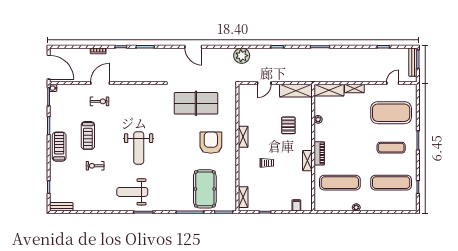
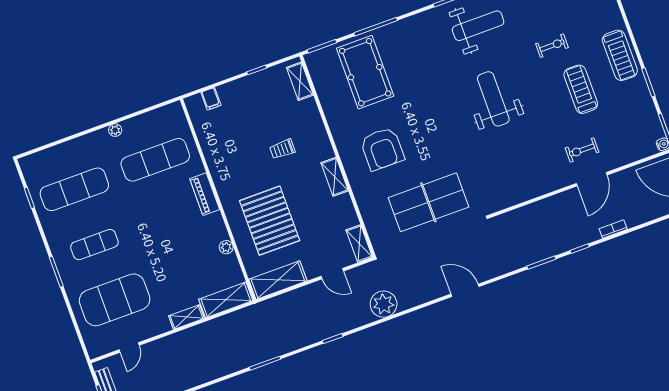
door: (264, 83) -> (332, 274), swing flipped
pallet: (288, 125) -> (270, 221), width x2.05, depth x2.00
shelving: (307, 161) -> (359, 244), moved

